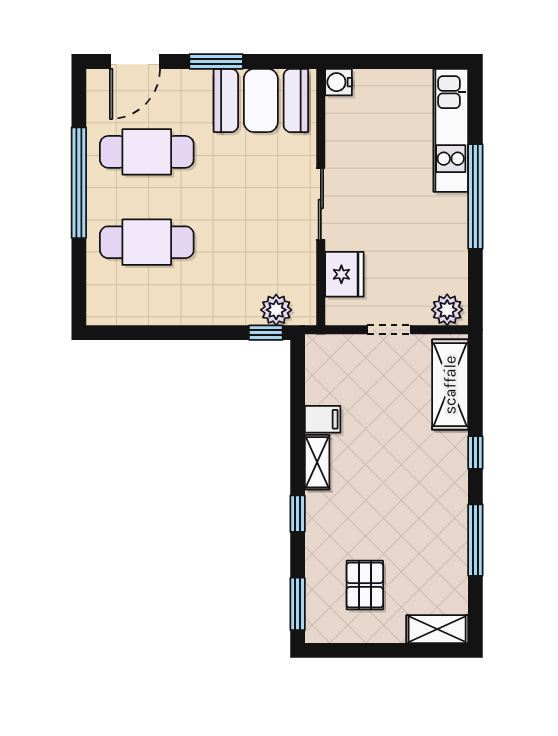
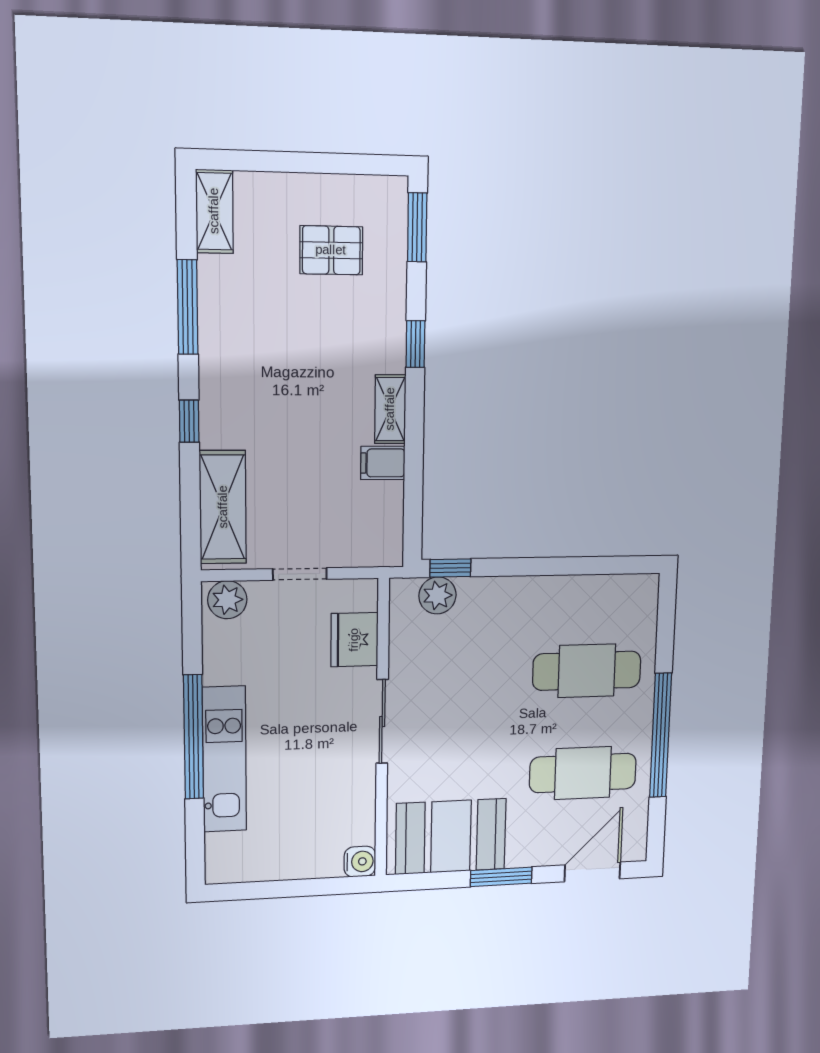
kitchen unit: (451, 130) -> (224, 759), moved
pallet: (365, 585) -> (331, 250), turned 90
shelving: (437, 629) -> (214, 211), moved, turned 90

